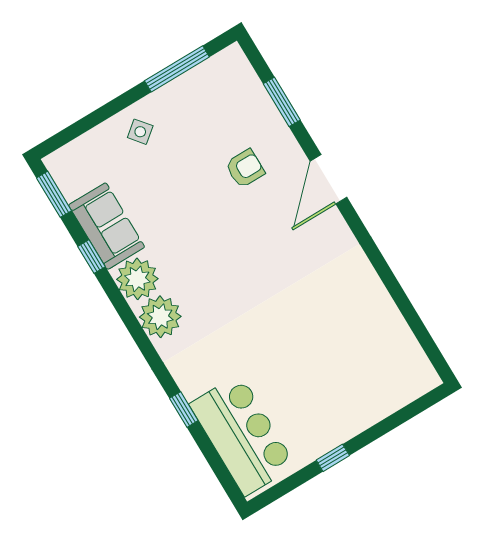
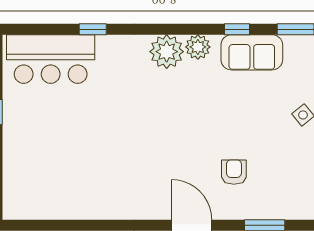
armchair: (245, 168) -> (234, 172), turned 180
plant: (137, 279) -> (198, 47), width x0.73, depth x0.73

